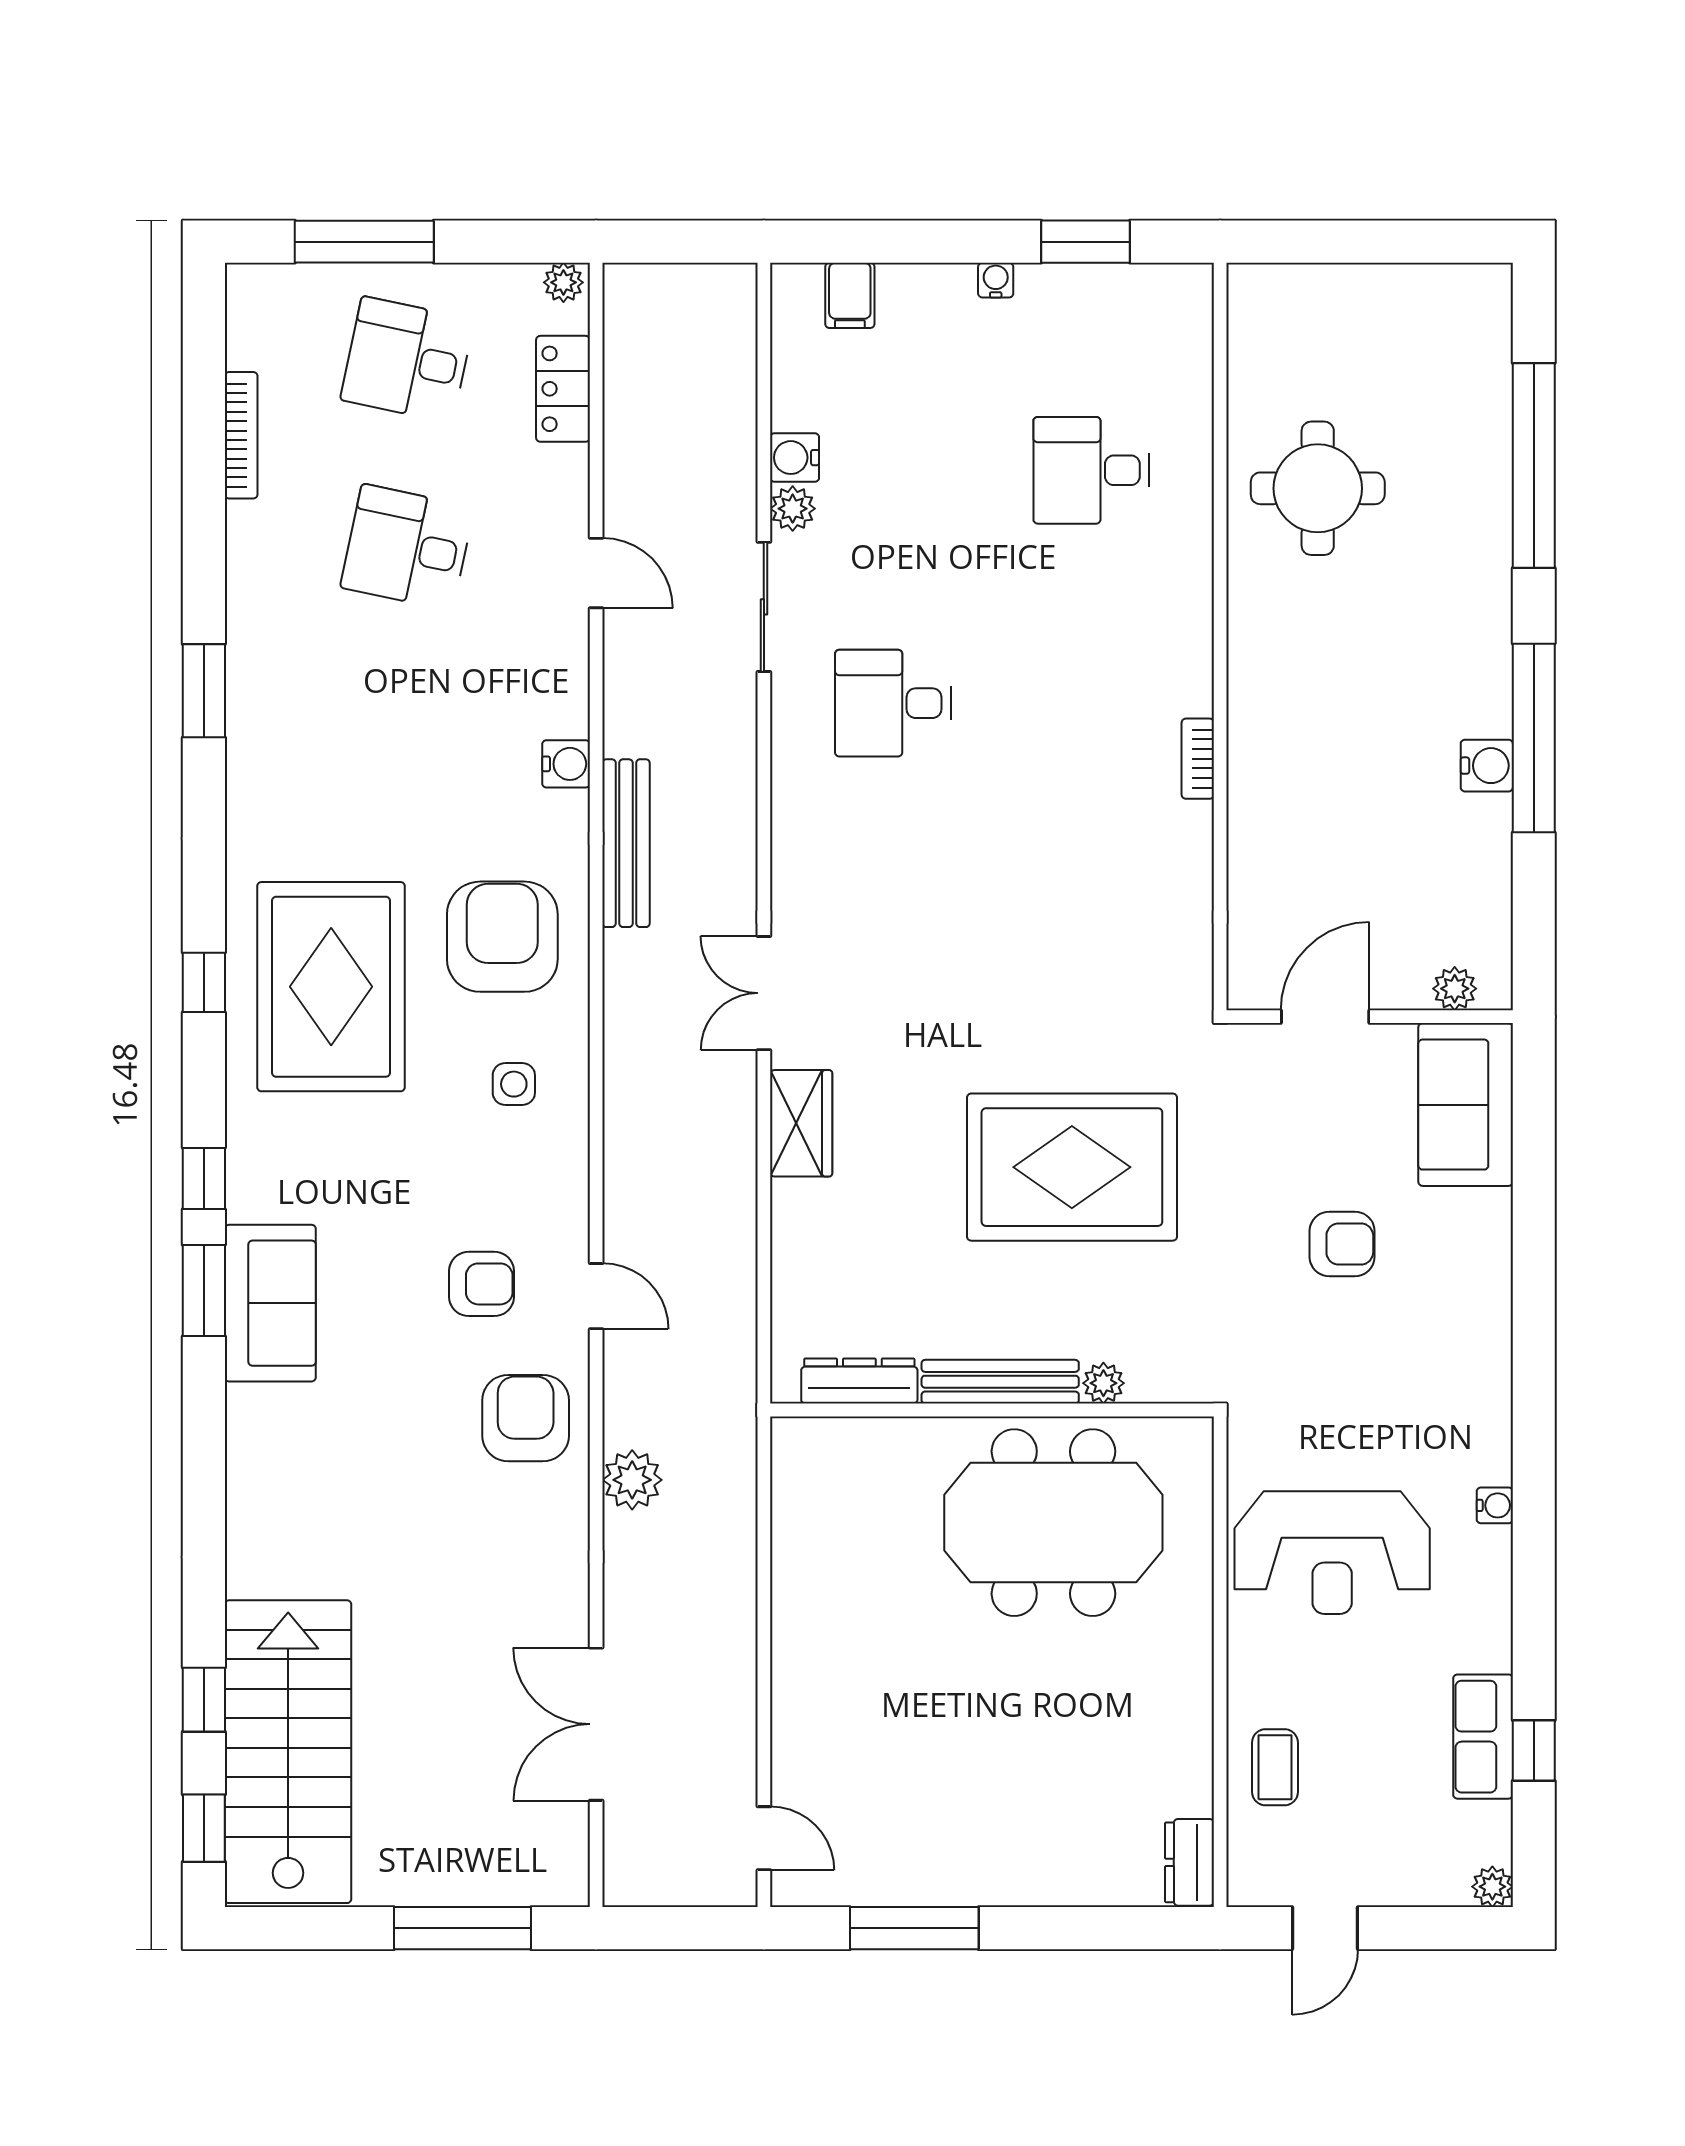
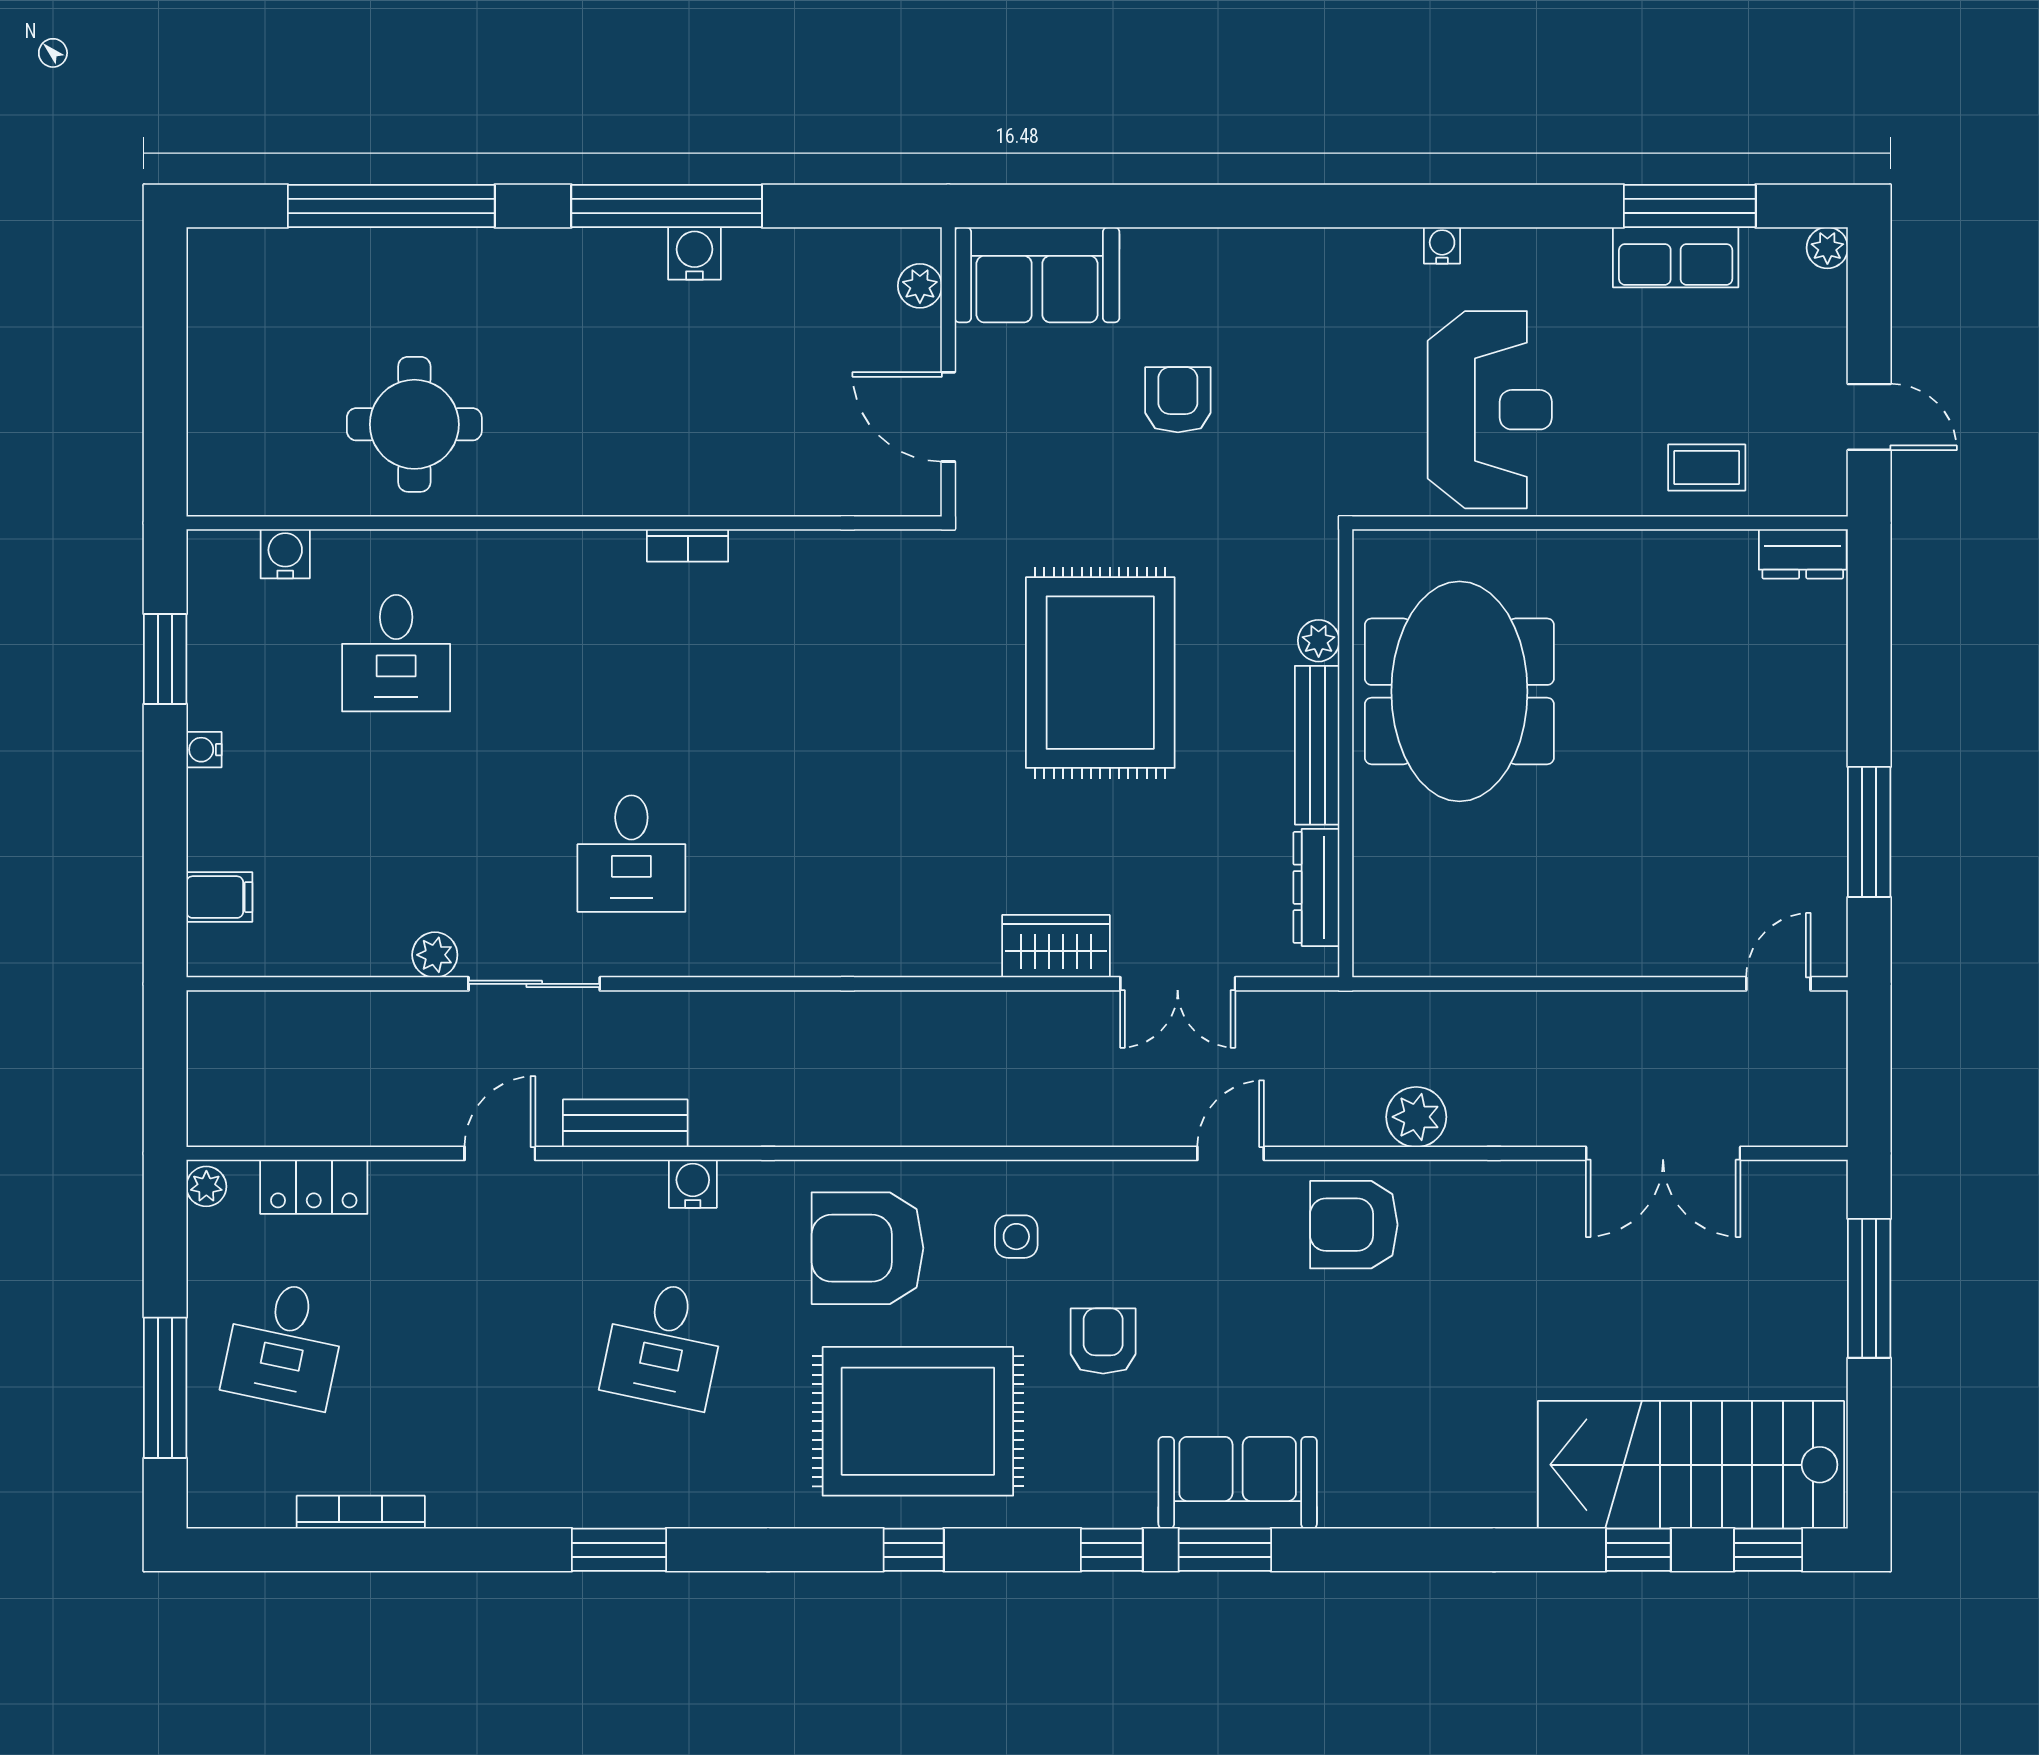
water cooler: (795, 458) -> (285, 554), moved, turned 180
desk: (407, 547) -> (664, 1344), moved
bench: (626, 843) -> (625, 1123), moved, width x0.73
double door: (764, 993) -> (1178, 984), moved
armchair: (482, 1284) -> (1103, 1341), moved
window: (1534, 1750) -> (1690, 206), width x2.17

